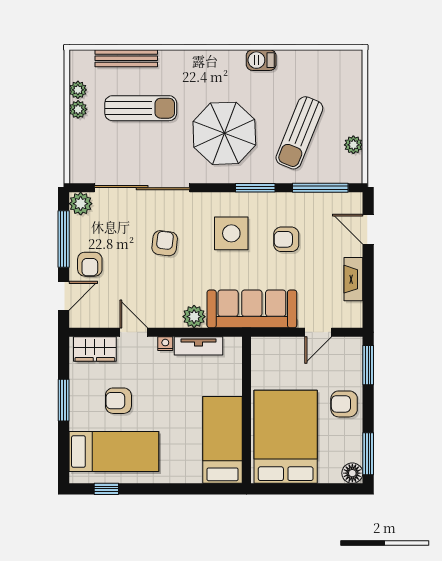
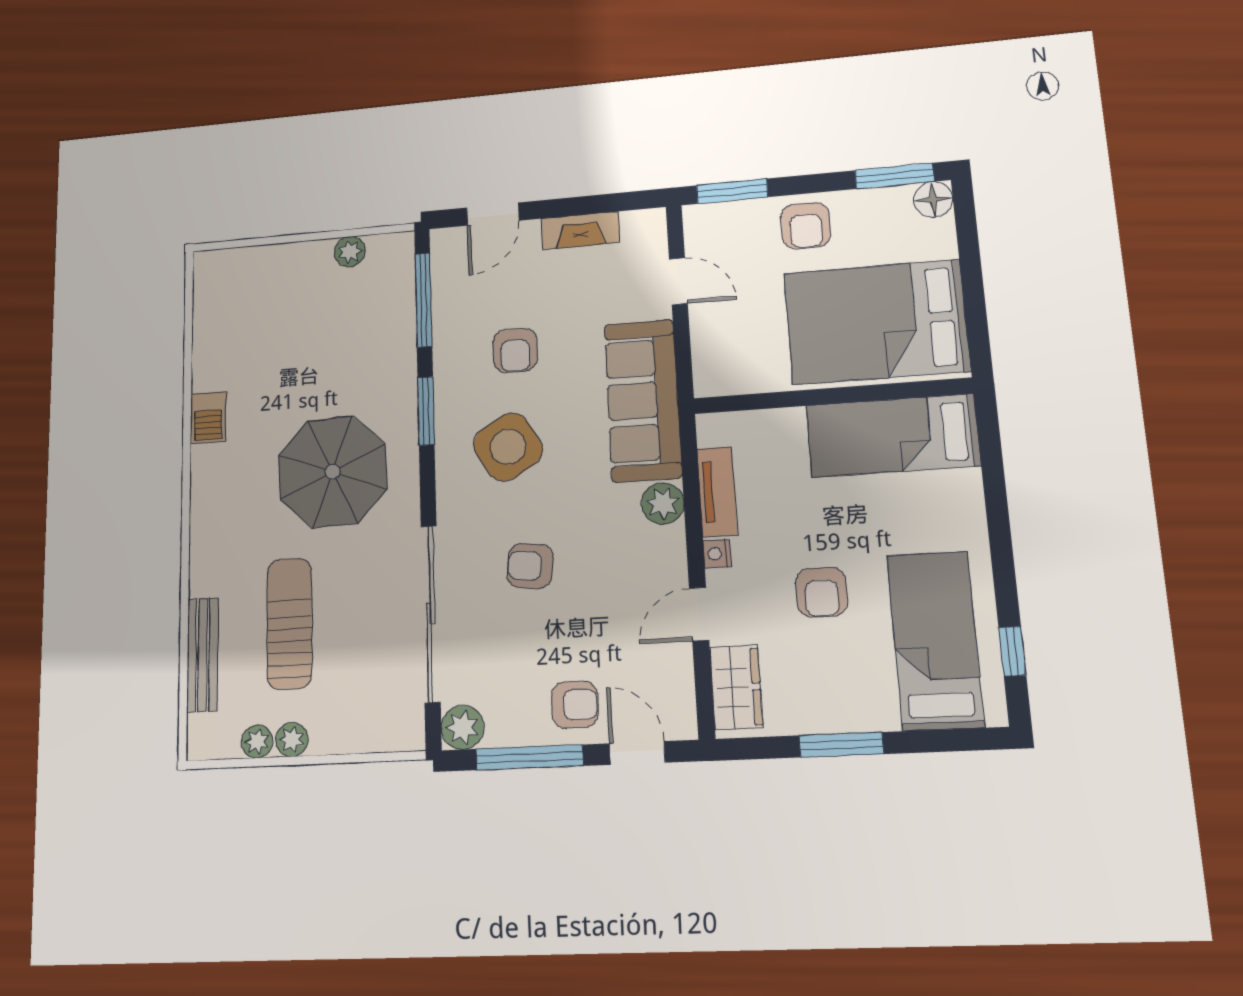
sun lounger: (299, 133) -> (331, 343), removed
side table: (231, 233) -> (508, 447), turned -31
armchair: (118, 401) -> (821, 592), moved

